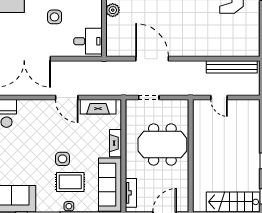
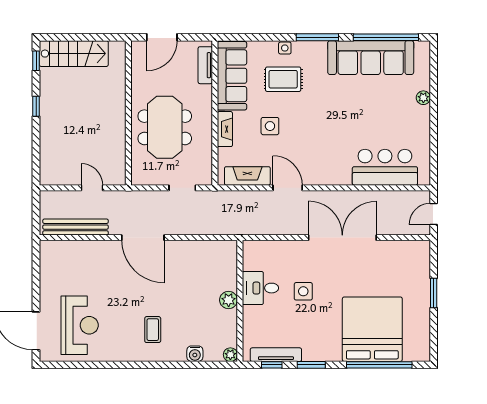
desk: (88, 41) -> (260, 288), moved
door: (152, 59) -> (143, 238), moved
meeting table: (162, 145) -> (165, 127), turned 90
side table: (62, 159) -> (270, 126), moved

